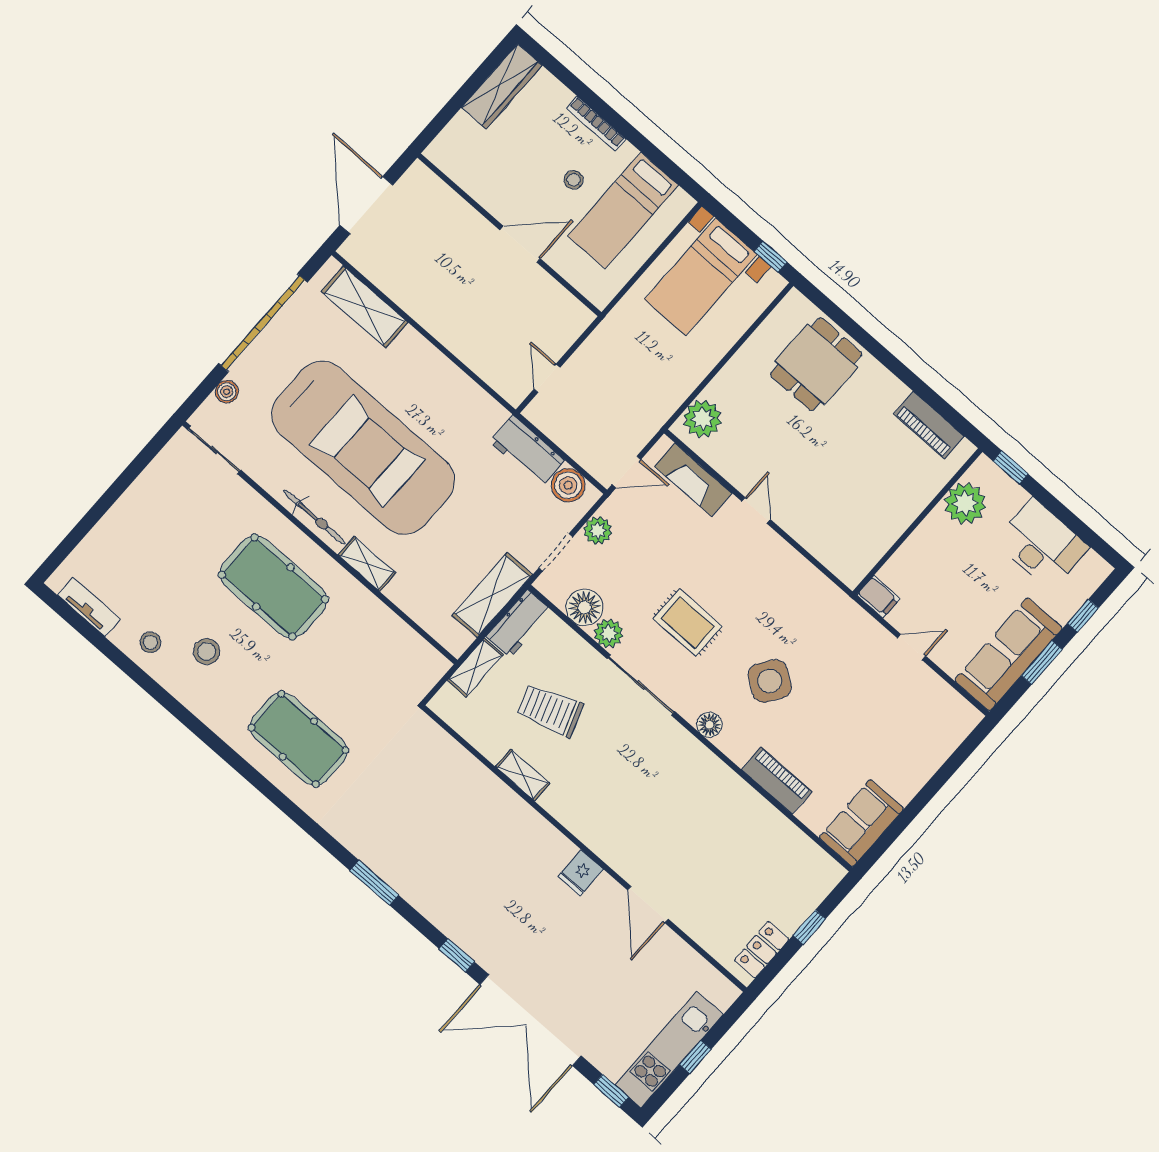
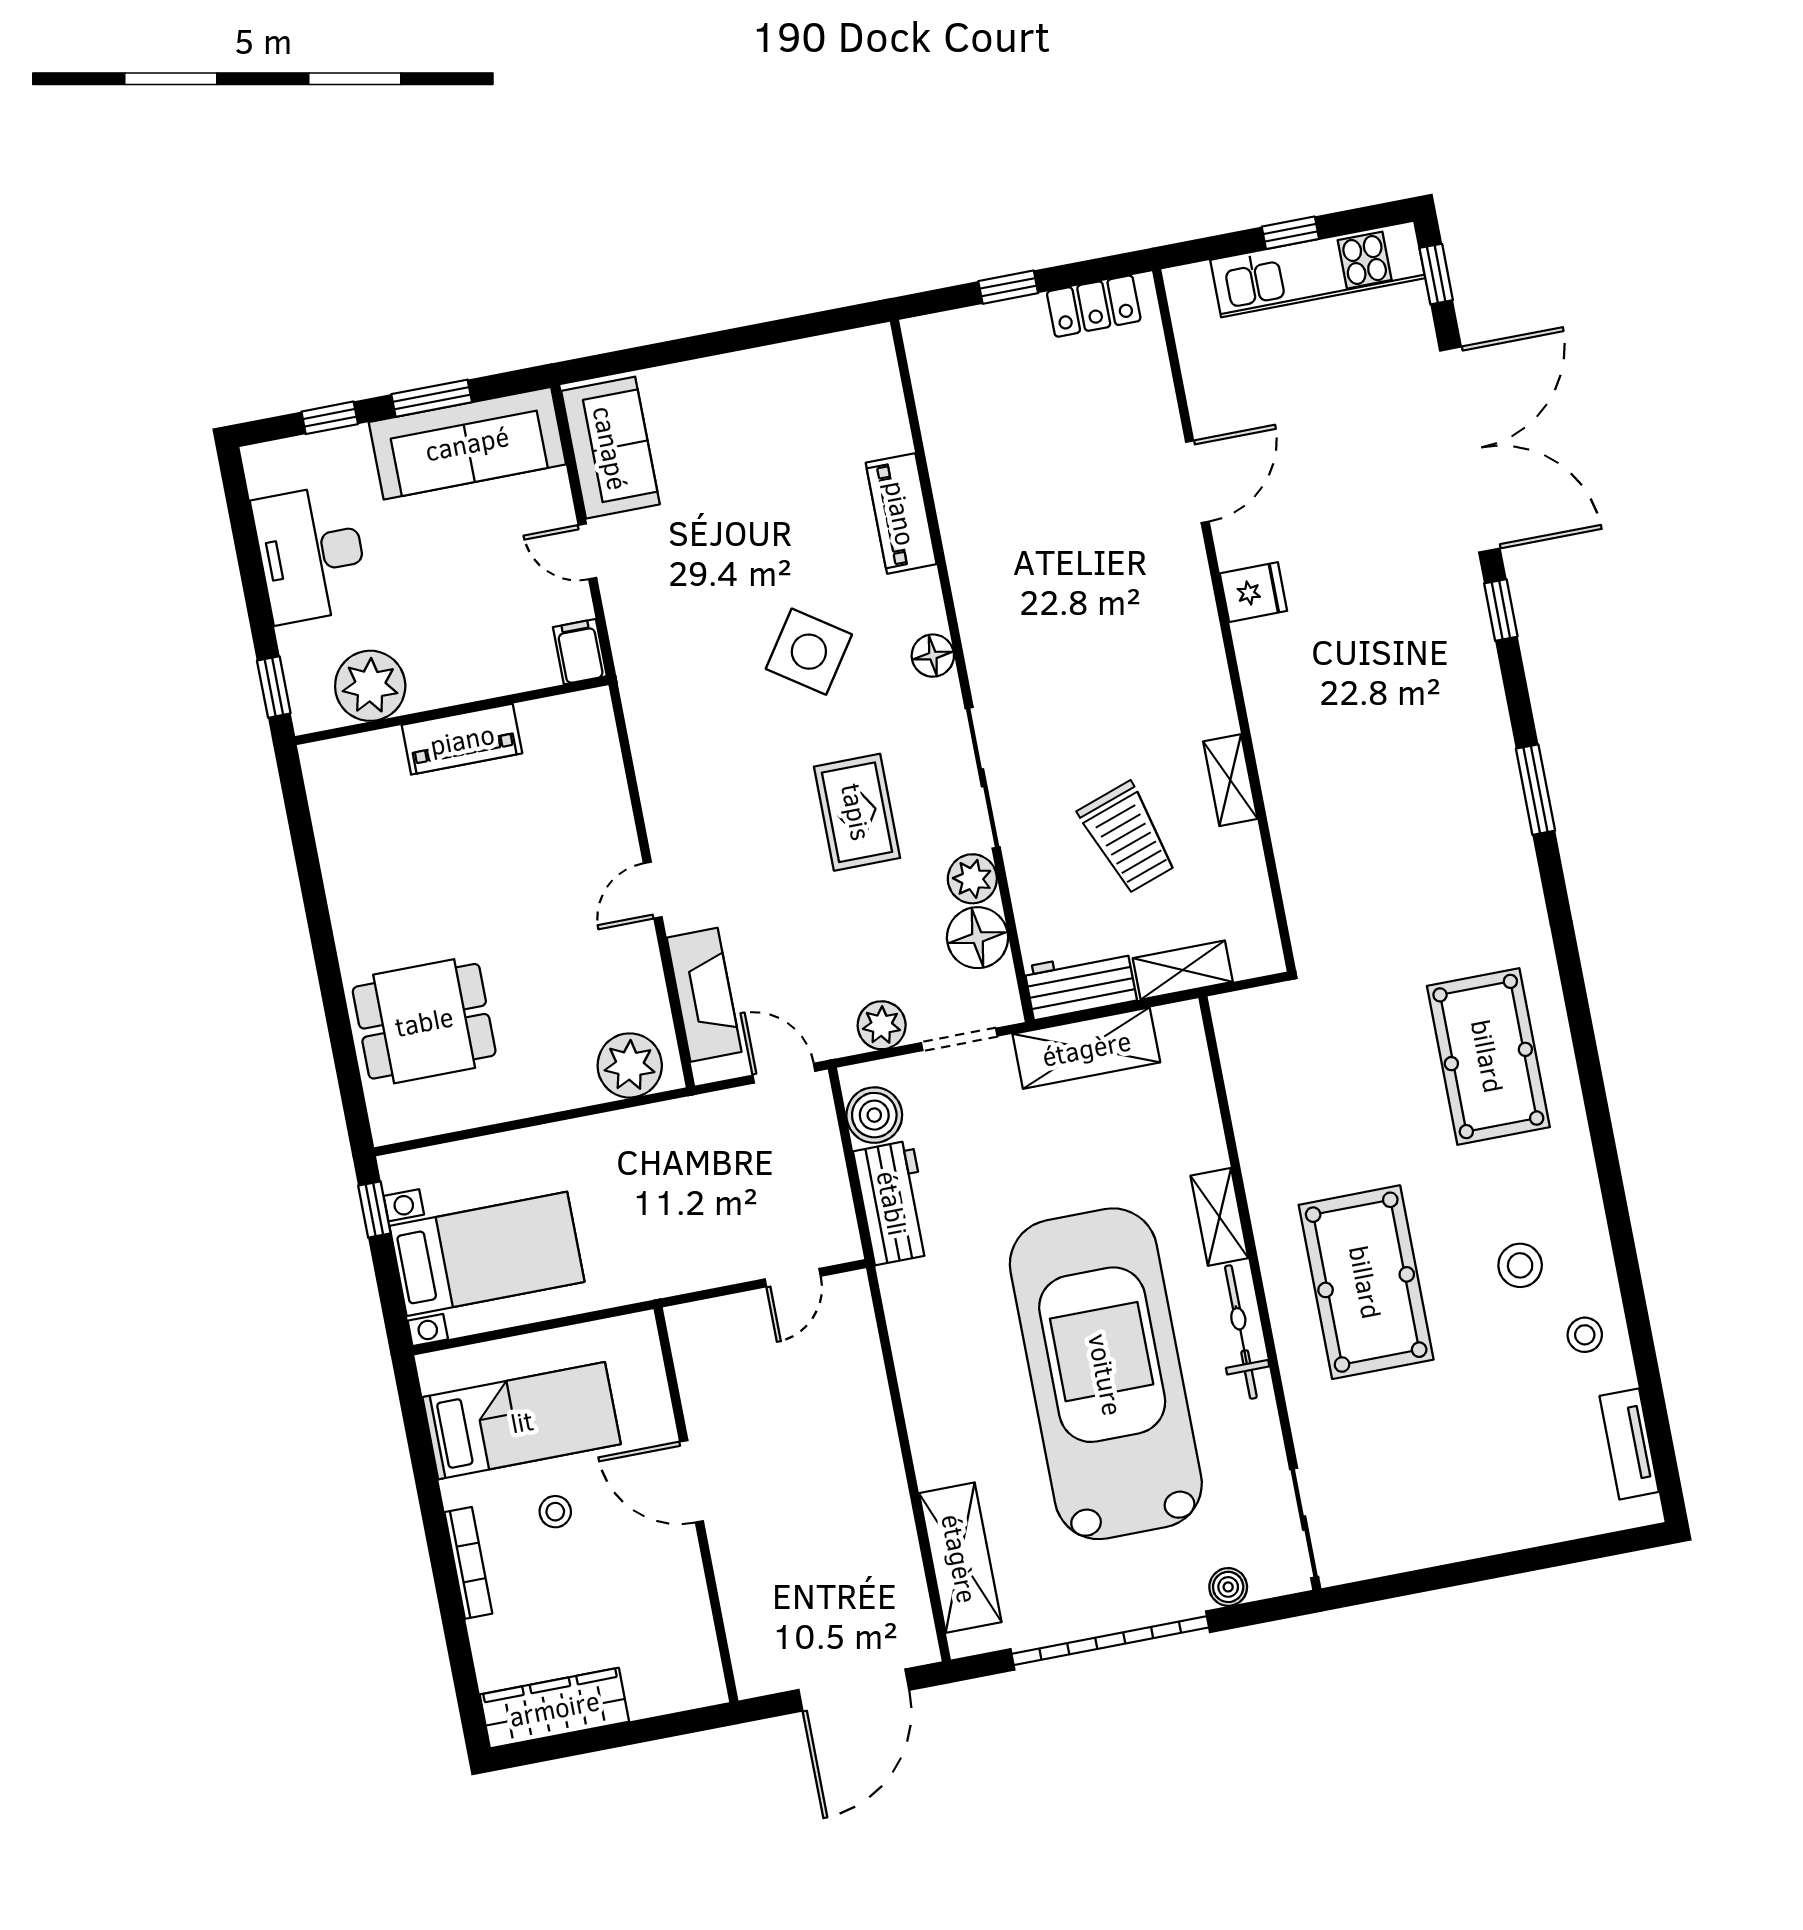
piano: (929, 425) -> (462, 739), moved, turned 90
sofa: (861, 823) -> (611, 448), moved, turned -90

